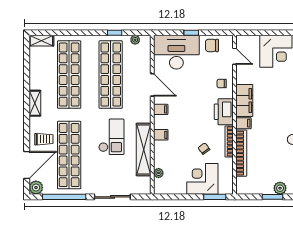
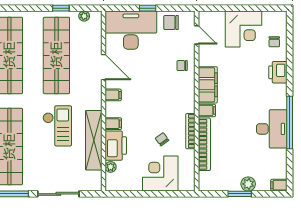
printer: (224, 112) -> (116, 146), moved, turned 180
window: (215, 197) -> (174, 194), removed

